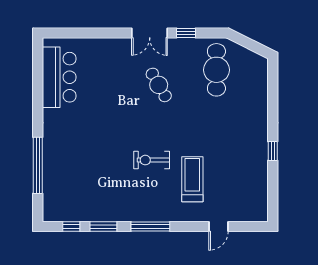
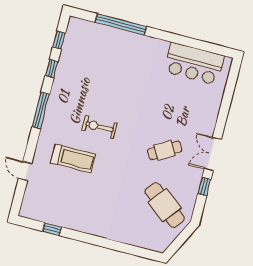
cafe table: (216, 70) -> (165, 205), turned 38
window: (273, 151) -> (52, 229), moved
exercise bike: (152, 160) -> (99, 127), turned -90
window: (103, 226) -> (52, 69), width x0.67

